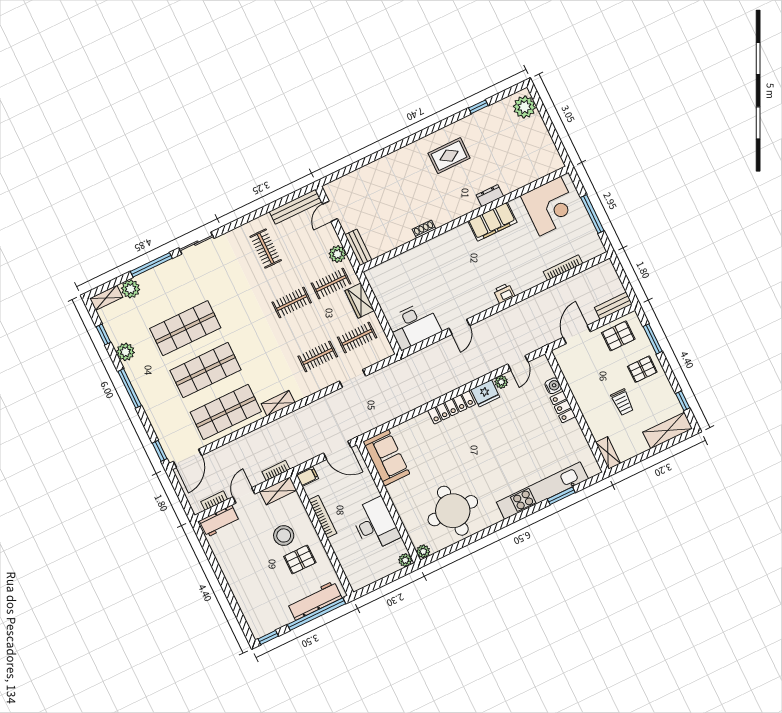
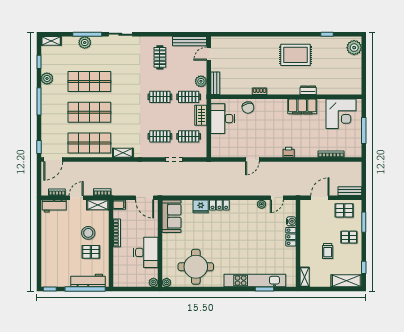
rug: (449, 156) -> (295, 55), width x1.36, depth x1.43
chair: (419, 259) -> (248, 108), added
plant: (131, 289) -> (85, 43), moved
desk: (414, 325) -> (223, 119), moved, turned 90
fridge: (485, 393) -> (201, 206), moved
locker: (452, 407) -> (219, 205), width x0.66

